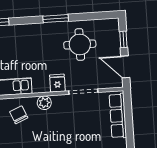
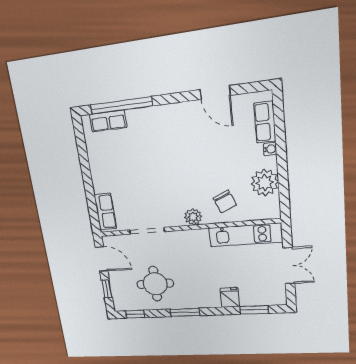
window: (100, 16) -> (135, 314), added
fridge: (57, 83) -> (230, 298), moved, turned 180
row of seats: (118, 116) -> (105, 212), width x0.68

